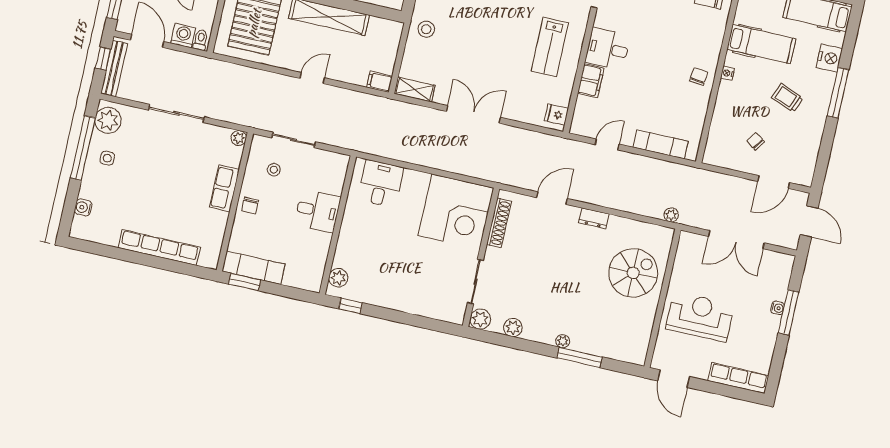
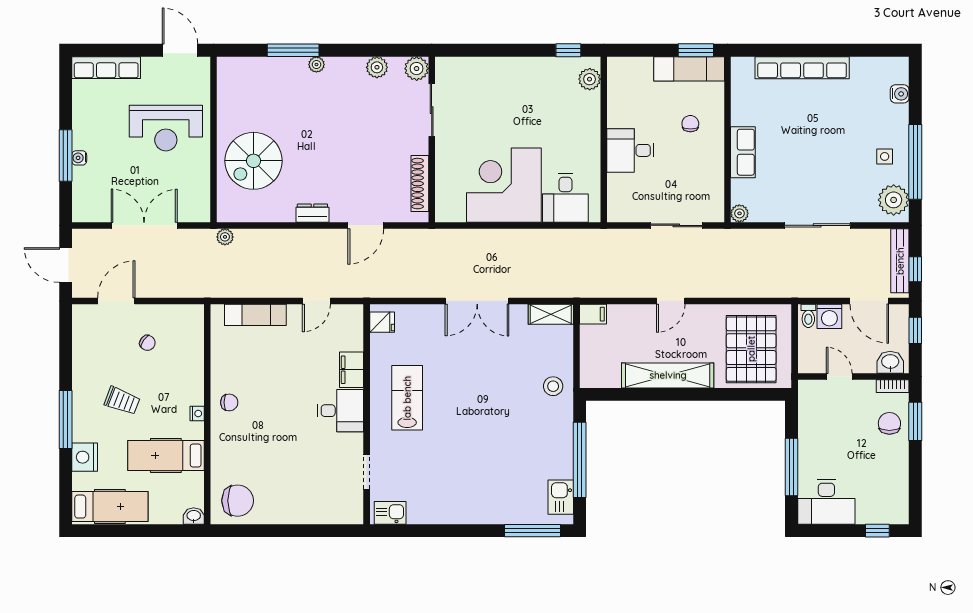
chair: (699, 76) -> (229, 402), turned -97
stool: (274, 170) -> (691, 186), removed
chair: (250, 205) -> (690, 124), moved
corner desk: (456, 212) -> (504, 185), moved

